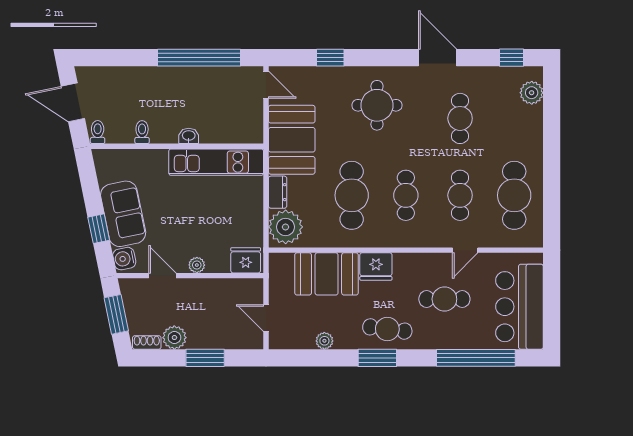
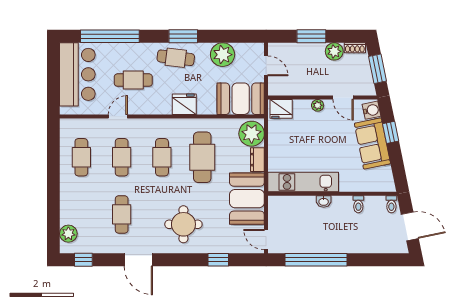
cafe table: (514, 195) -> (81, 157), width x0.73, depth x0.74
booth: (327, 274) -> (241, 99), moved
plant: (324, 341) -> (223, 55), width x1.88, depth x1.88

